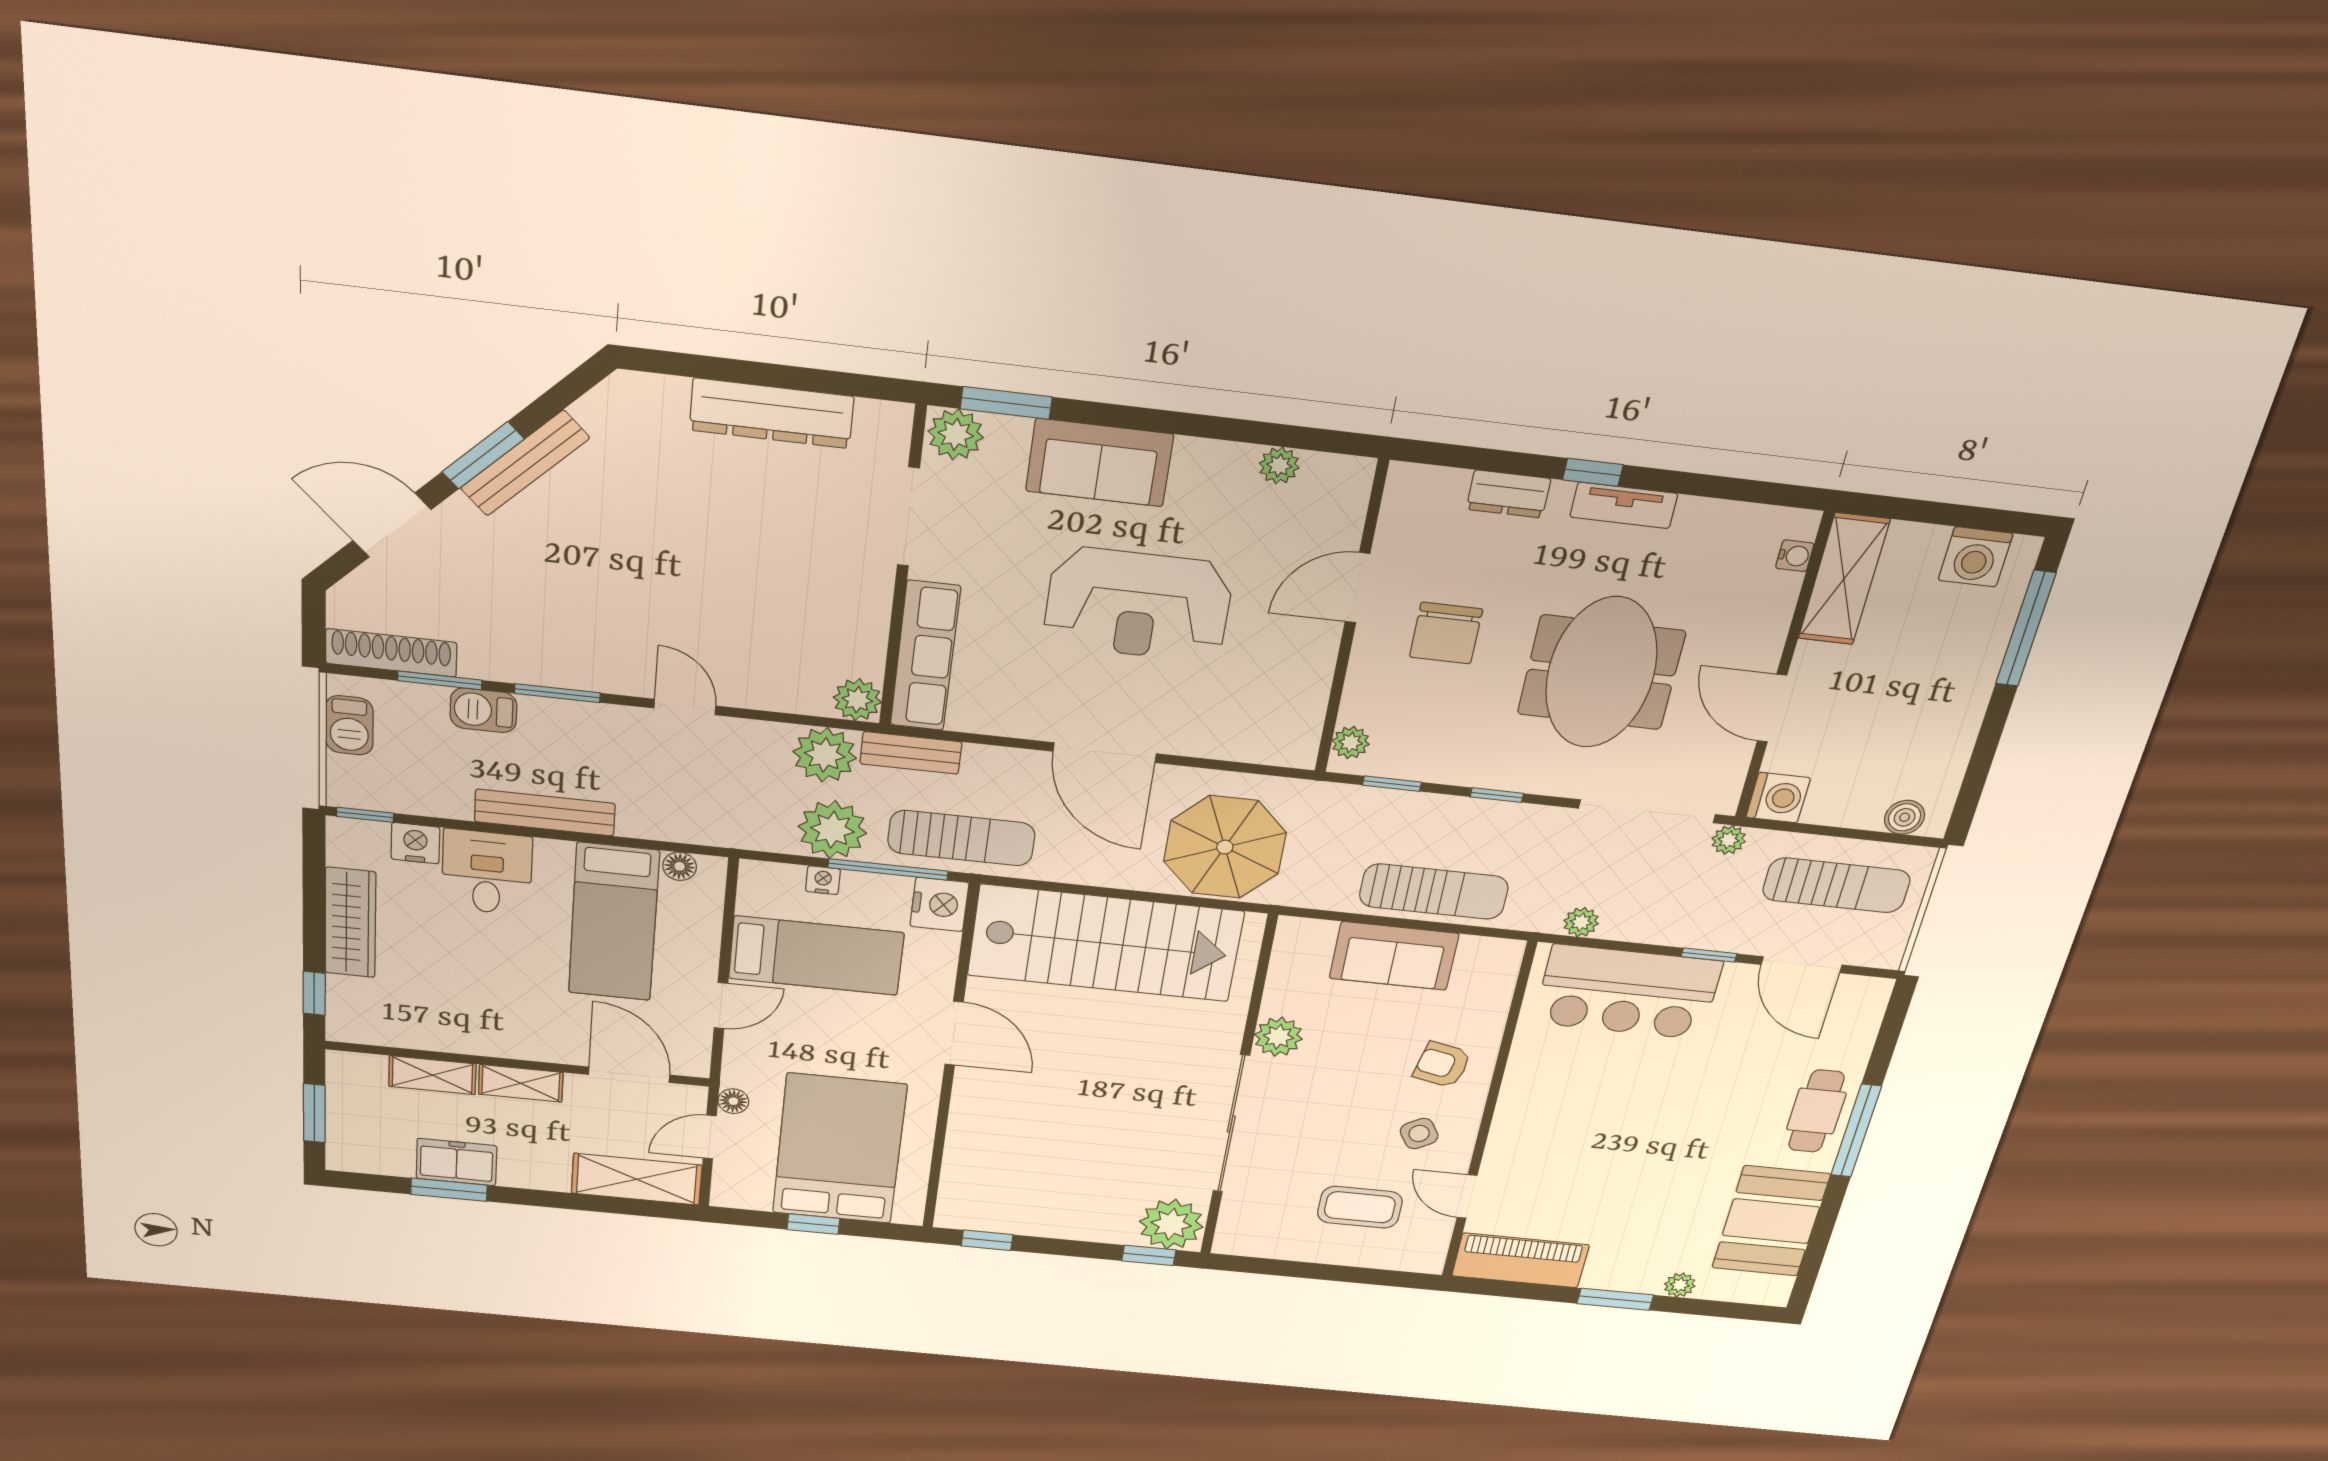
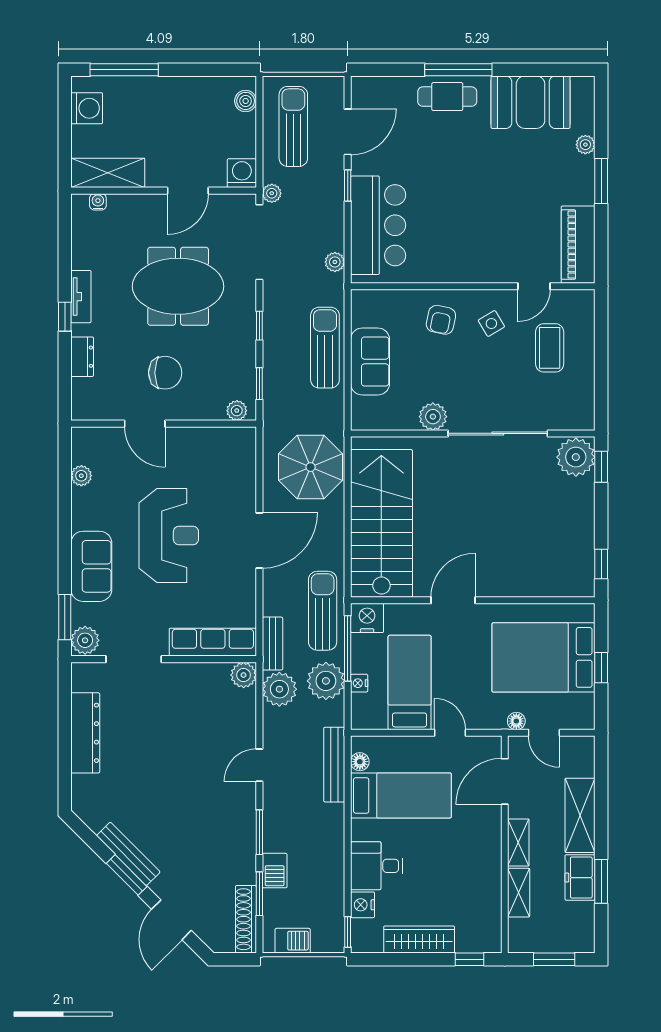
bench: (545, 813) -> (334, 765), moved
shelving: (637, 1179) -> (580, 815), moved

